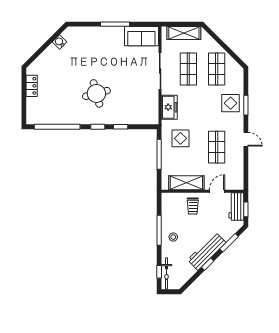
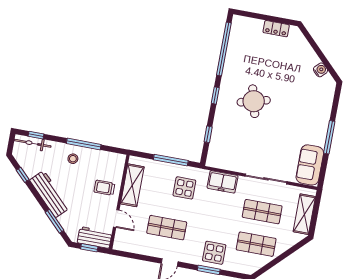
window: (121, 127) -> (208, 134), moved
window: (208, 264) -> (23, 175), moved

